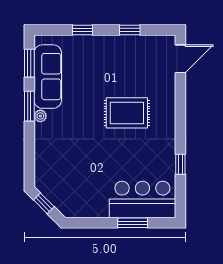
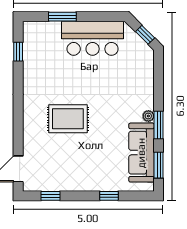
window: (130, 30) -> (51, 196), moved
window: (180, 164) -> (18, 52), moved
bar counter: (142, 200) -> (93, 38), moved

